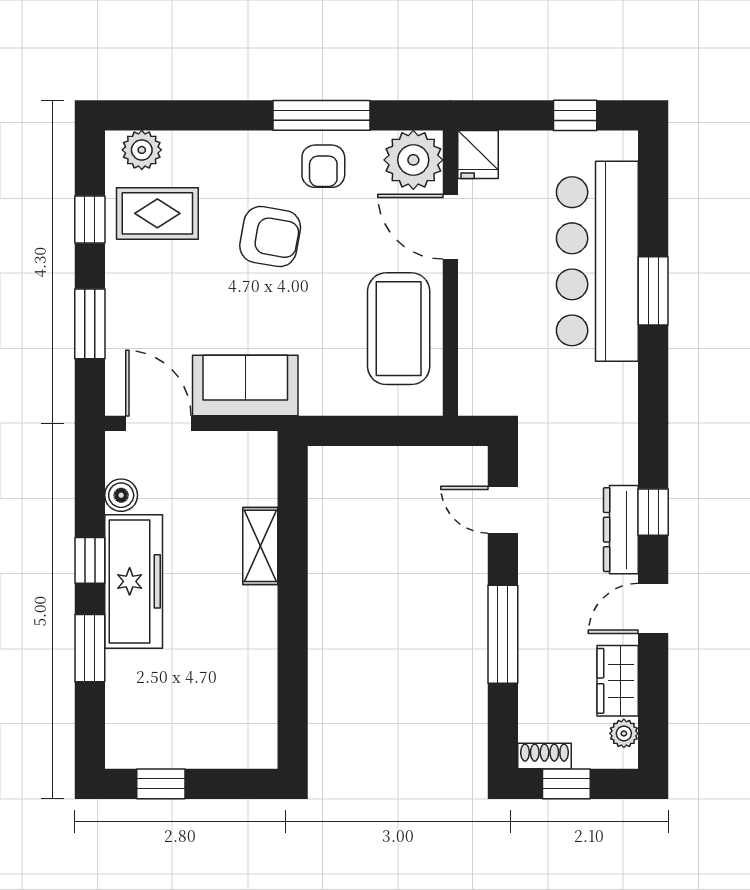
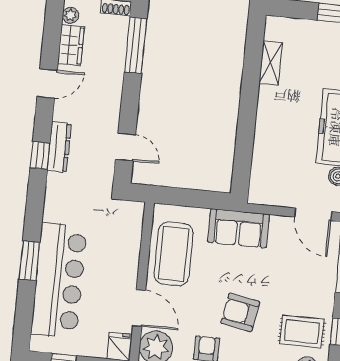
sofa: (245, 385) -> (239, 228), moved
window: (653, 512) -> (40, 155), moved
dresser: (621, 530) -> (59, 147), moved
shelving: (260, 546) -> (271, 63), moved
window: (503, 634) -> (136, 45), moved

